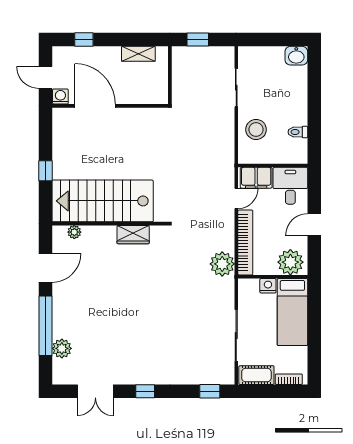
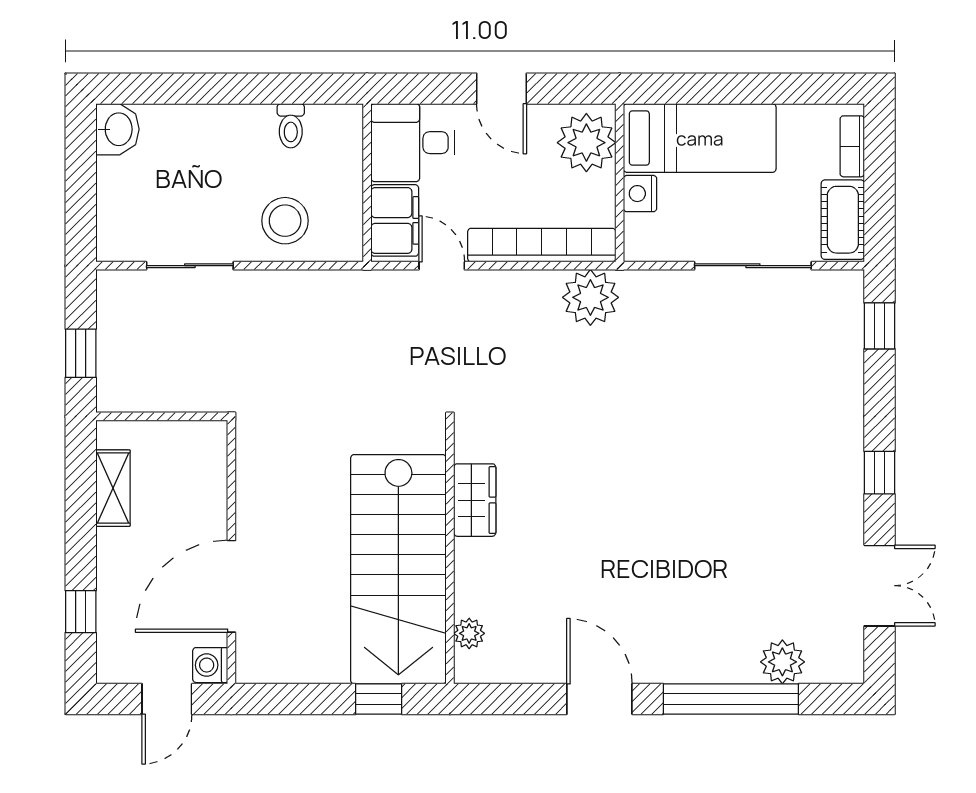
stairs: (103, 201) -> (398, 569), moved
wall: (110, 224) -> (450, 552), moved
plant: (74, 232) -> (469, 633), moved
wardrobe: (133, 235) -> (475, 500), moved

